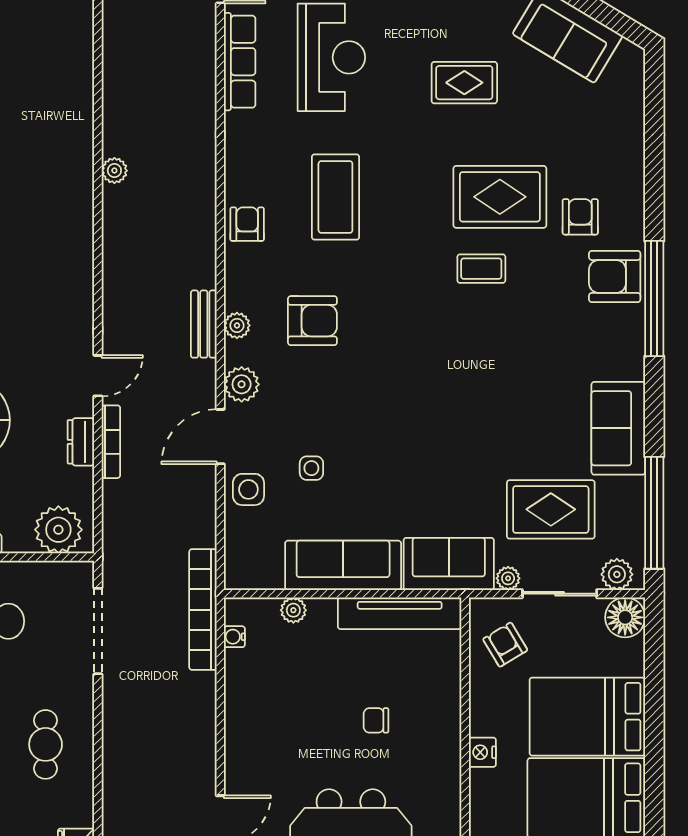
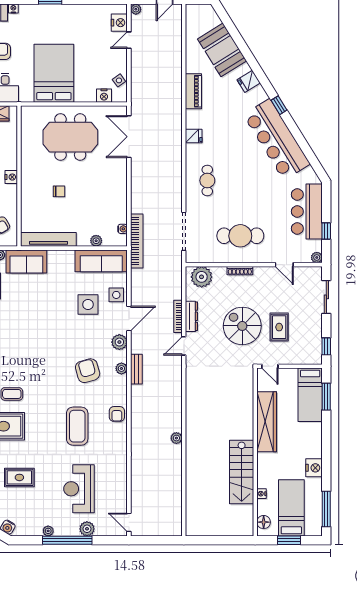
row of seats: (240, 62) -> (120, 487), removed
armchair: (312, 321) -> (88, 371), turned 74
dresser: (81, 442) -> (191, 316), width x1.44
side table: (311, 468) -> (88, 304), width x1.87, depth x1.87
sofa: (343, 565) -> (101, 261), moved

